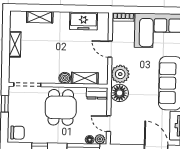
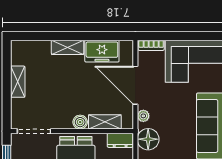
shelving: (40, 17) -> (67, 47), moved
door: (110, 49) -> (135, 85), width x1.87
plant: (120, 74) -> (143, 116), width x0.53, depth x0.53

